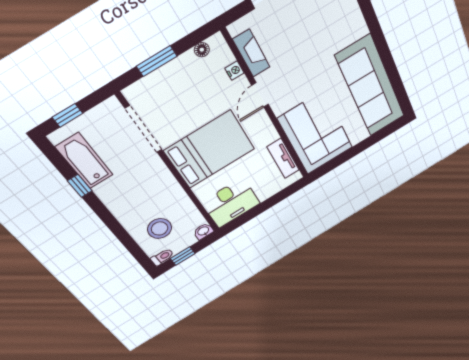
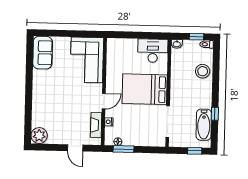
window: (157, 61) -> (123, 149), moved
sofa: (371, 87) -> (43, 53), width x0.54, depth x0.79
tv unit: (283, 158) -> (111, 57), removed
stool: (160, 229) -> (203, 71), moved

